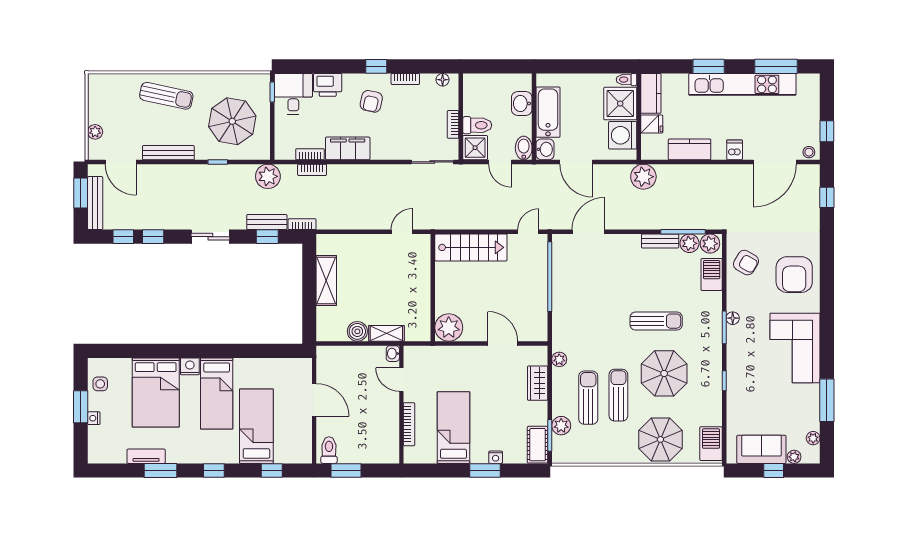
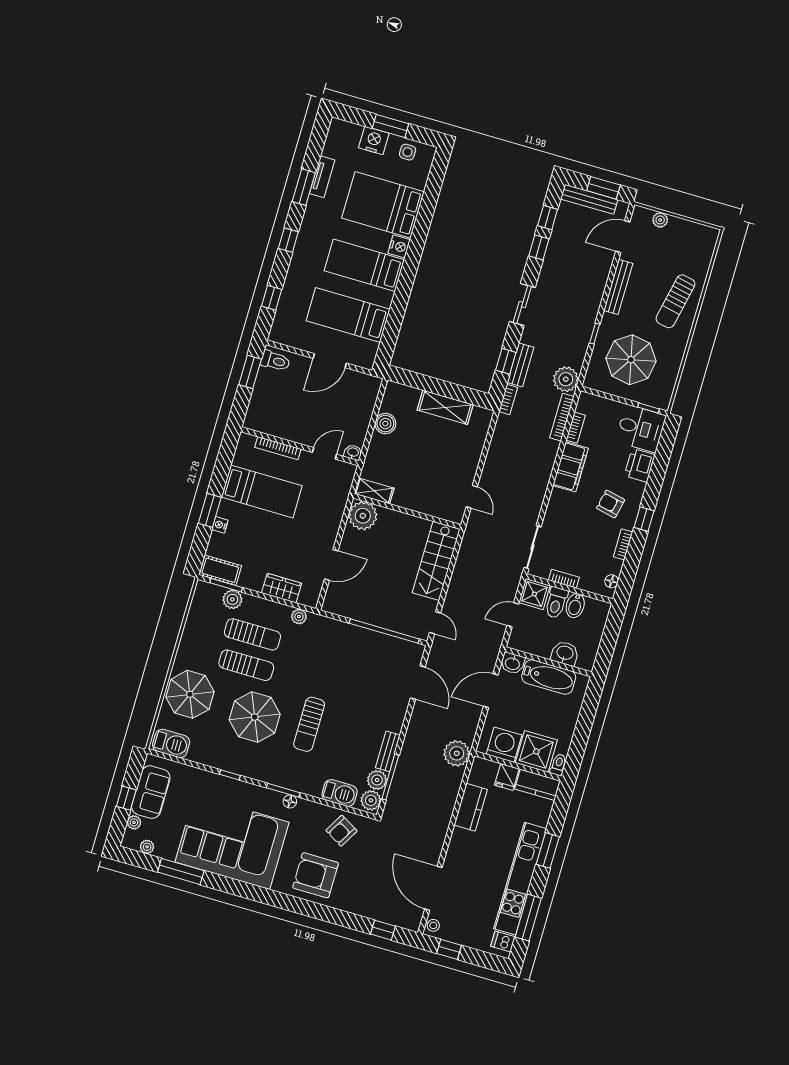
bidet: (524, 148) -> (575, 605), moved, turned 90
dishwasher: (735, 150) -> (503, 941), moved, turned 180
bookcase: (312, 170) -> (562, 417), width x1.56
shelving: (386, 333) -> (374, 491), moved, turned 90
corner sofa: (795, 348) -> (232, 842), width x1.36, depth x1.36
nightstand: (94, 418) -> (374, 140), width x1.89, depth x1.79
bed: (256, 426) -> (348, 315), moved, turned 180

